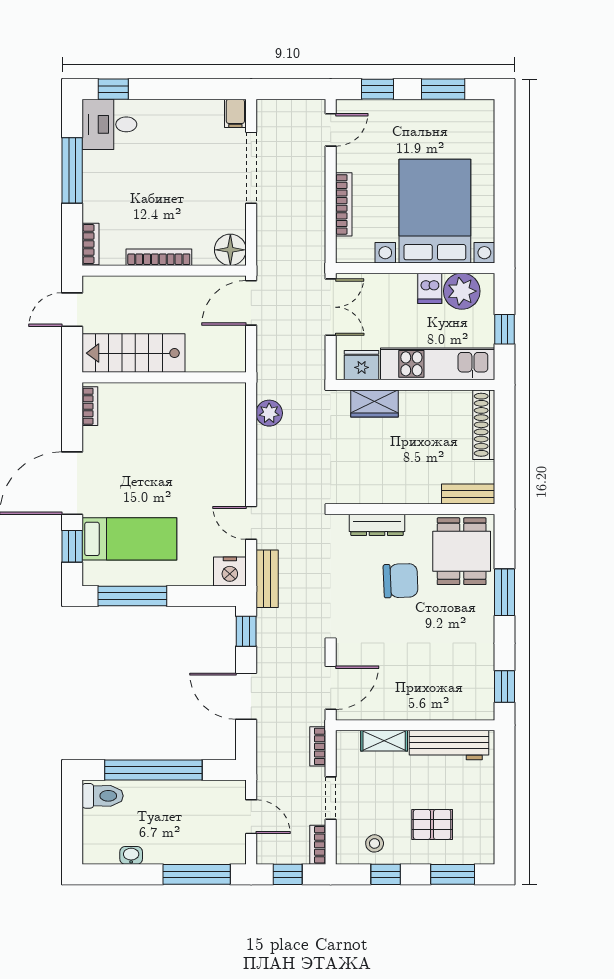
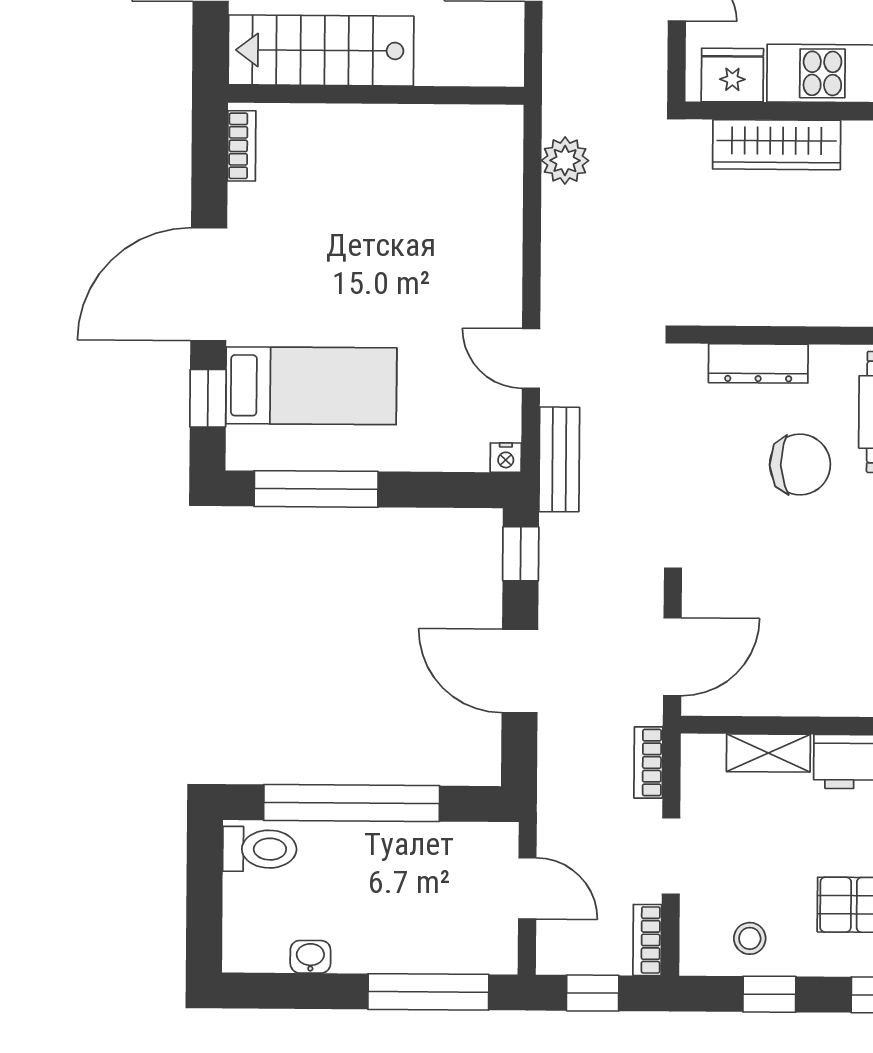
wardrobe: (375, 403) -> (777, 145), width x1.50
nightstand: (230, 571) -> (506, 458), width x0.53, depth x0.56

